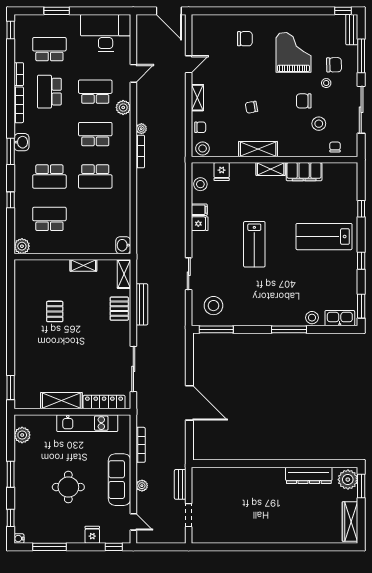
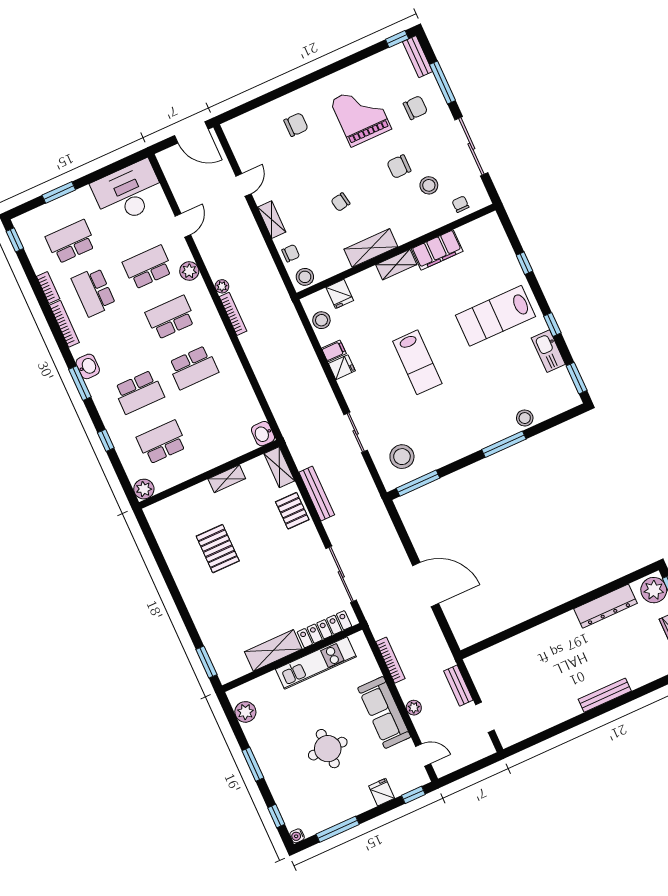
stool: (326, 83) -> (416, 133), removed
pallet: (55, 311) -> (218, 549), width x1.50, depth x1.42
kitchen sink: (340, 318) -> (548, 351), moved, turned -90
bench: (280, 538) -> (605, 695), added

